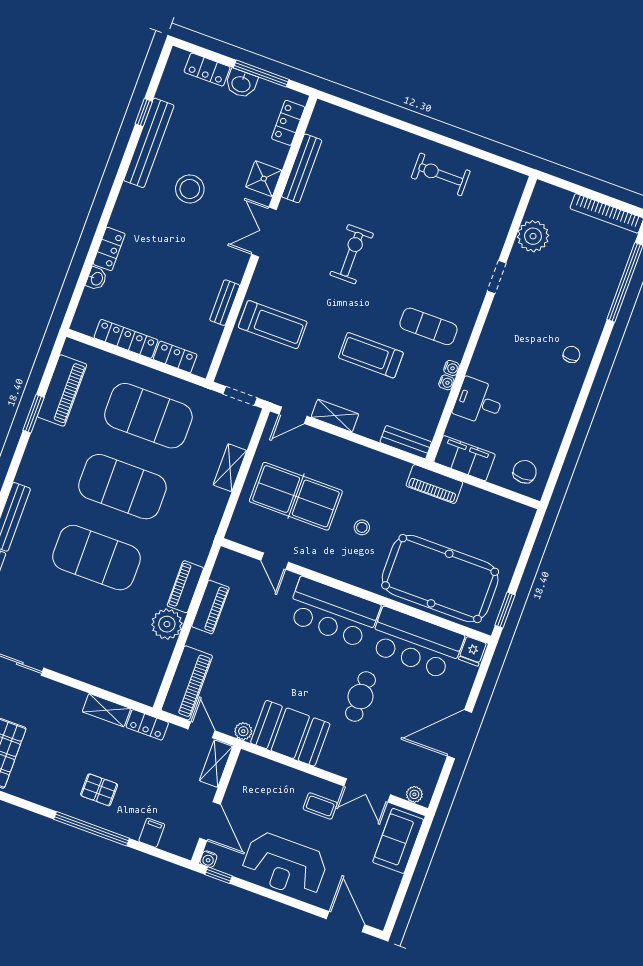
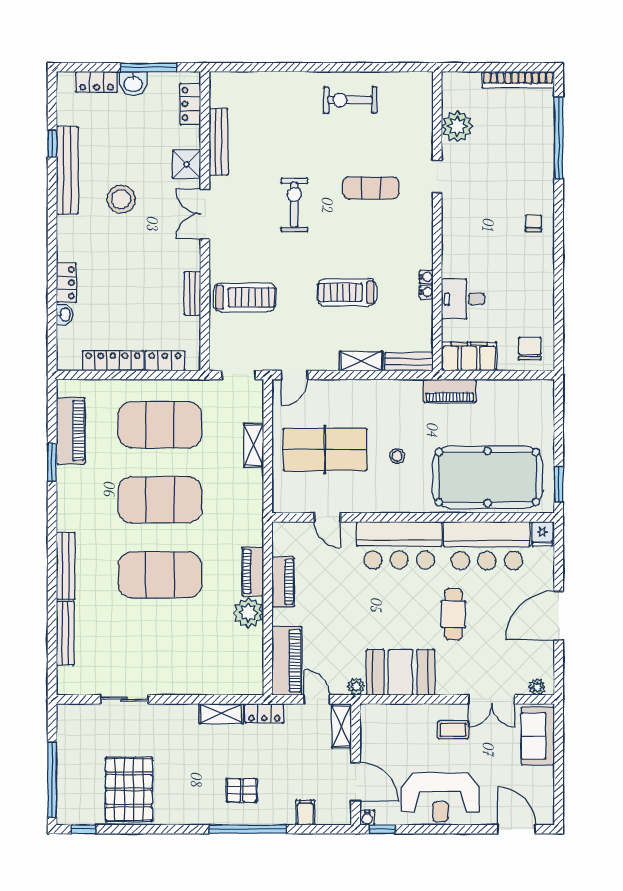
exercise mat: (428, 326) -> (371, 188), moved
shelving: (335, 416) -> (361, 361), moved

